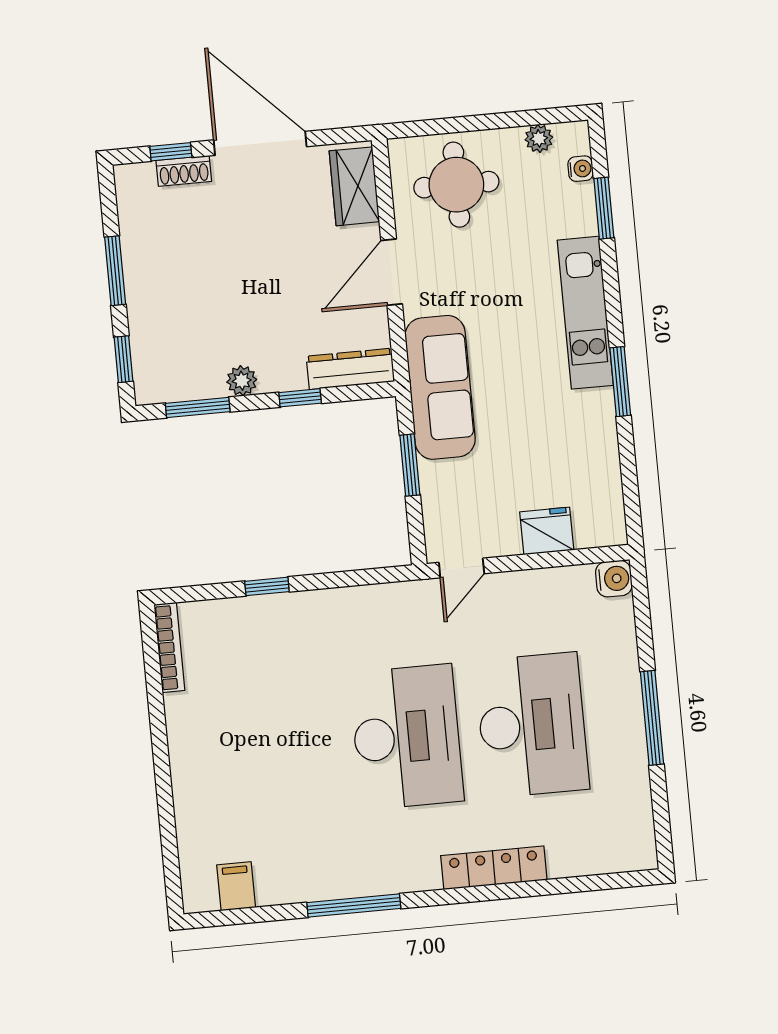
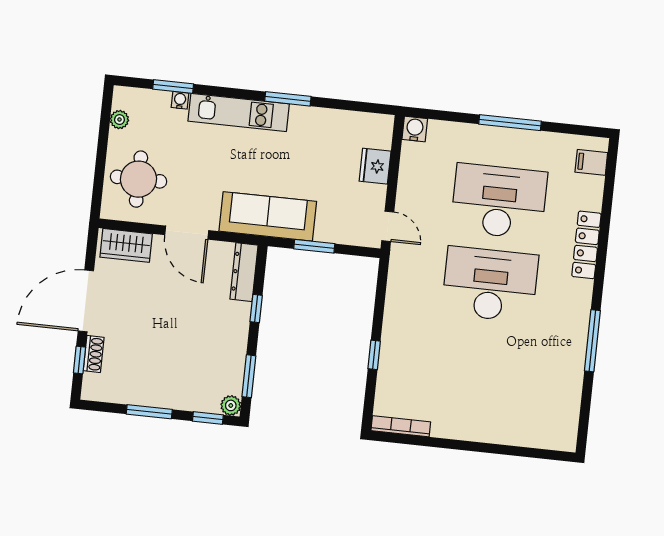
water cooler: (581, 169) -> (180, 100), moved
plant: (242, 381) -> (231, 405), moved
filing cabinet: (236, 886) -> (591, 162), moved

